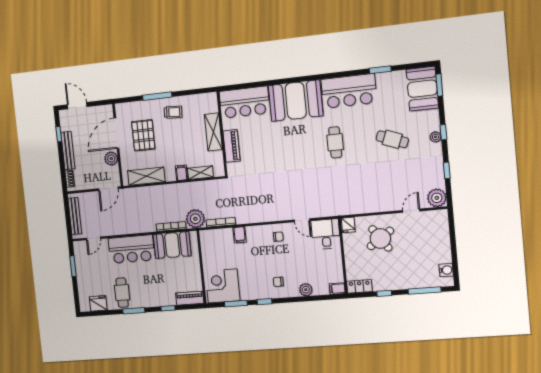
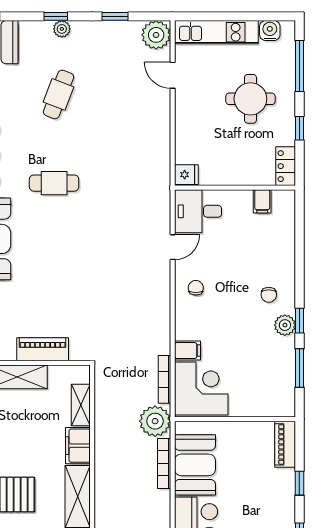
filing cabinet: (182, 173) -> (78, 446), width x2.00
kitchen unit: (442, 236) -> (216, 32), added
round table: (380, 238) -> (250, 99), moved, turned 35
corner desk: (223, 286) -> (201, 388), moved, turned 180
filing cabinet: (337, 289) -> (262, 201), moved
plant: (306, 290) -> (285, 325), moved

